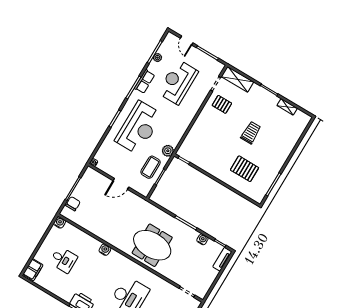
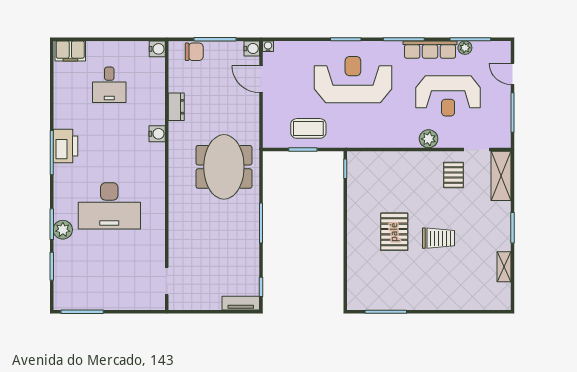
door: (187, 40) -> (512, 74), hinge flipped
row of seats: (144, 81) -> (430, 50), width x1.48
reception desk: (178, 82) -> (448, 96), turned 180
reception desk: (139, 128) -> (353, 80), turned 180
plant: (168, 151) -> (429, 139), moved
pallet: (245, 169) -> (394, 232), moved
door: (121, 184) -> (261, 79), moved
dresser: (97, 231) -> (176, 107), added
water cooler: (202, 239) -> (252, 49), moved
meeting table: (152, 245) -> (224, 167), moved

